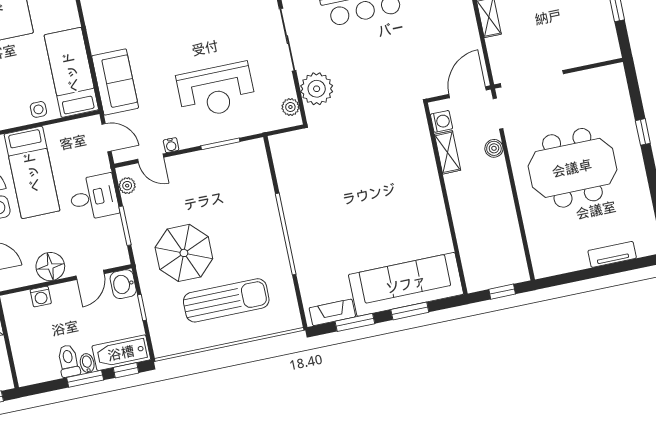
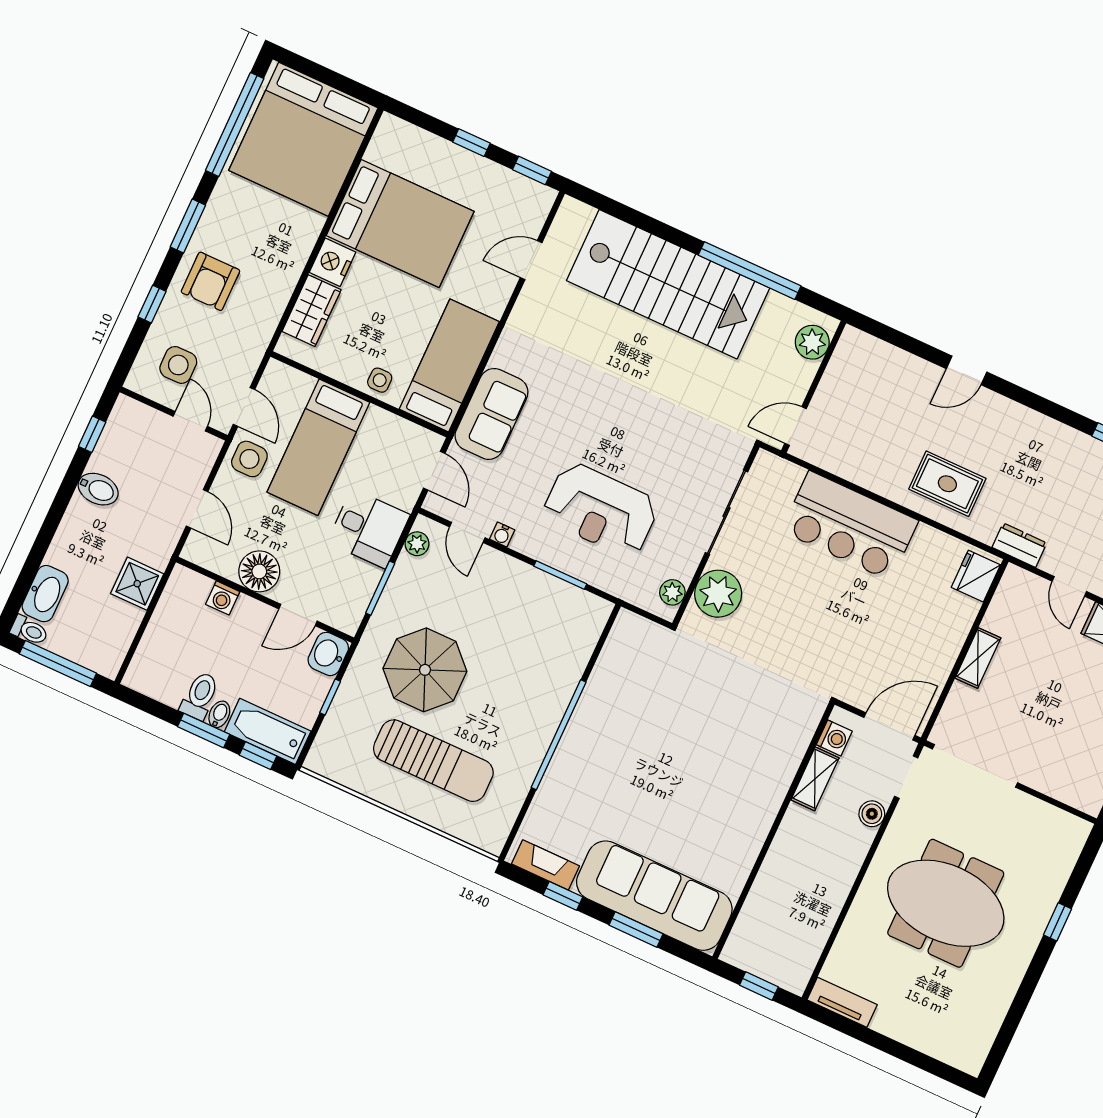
tv unit: (612, 254) -> (842, 1002), moved
window: (355, 322) -> (563, 896), width x0.67

